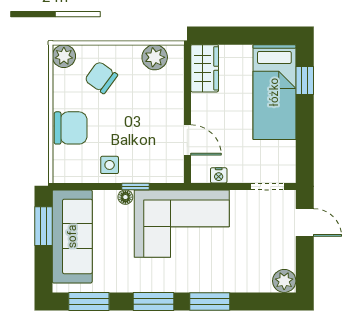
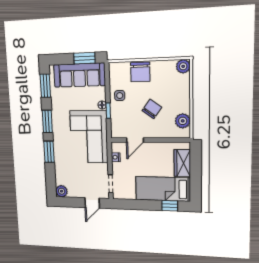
wardrobe: (205, 68) -> (182, 163), moved, turned 90
chair: (101, 77) -> (152, 109), moved

